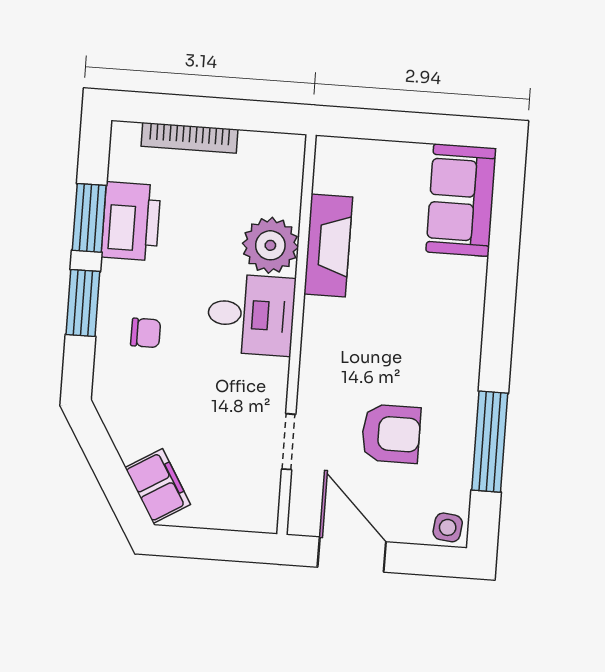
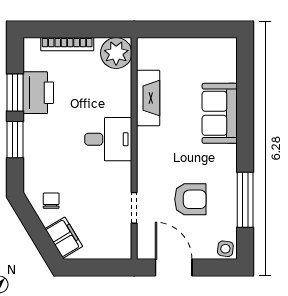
sofa: (461, 200) -> (220, 113), moved
plant: (270, 245) -> (116, 53), moved
chair: (146, 333) -> (51, 201), moved, turned -90

